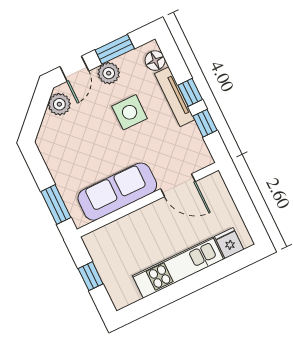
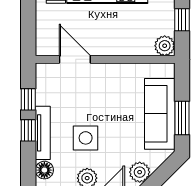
sofa: (117, 192) -> (160, 114), moved, turned 90
window: (56, 204) -> (182, 118), moved
plant: (95, 242) -> (165, 46), added

